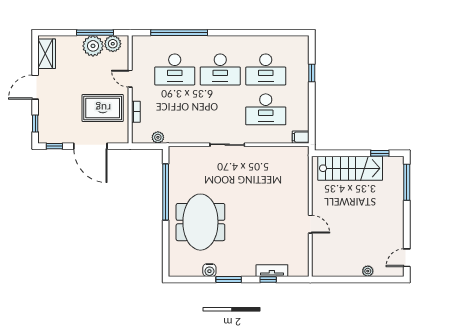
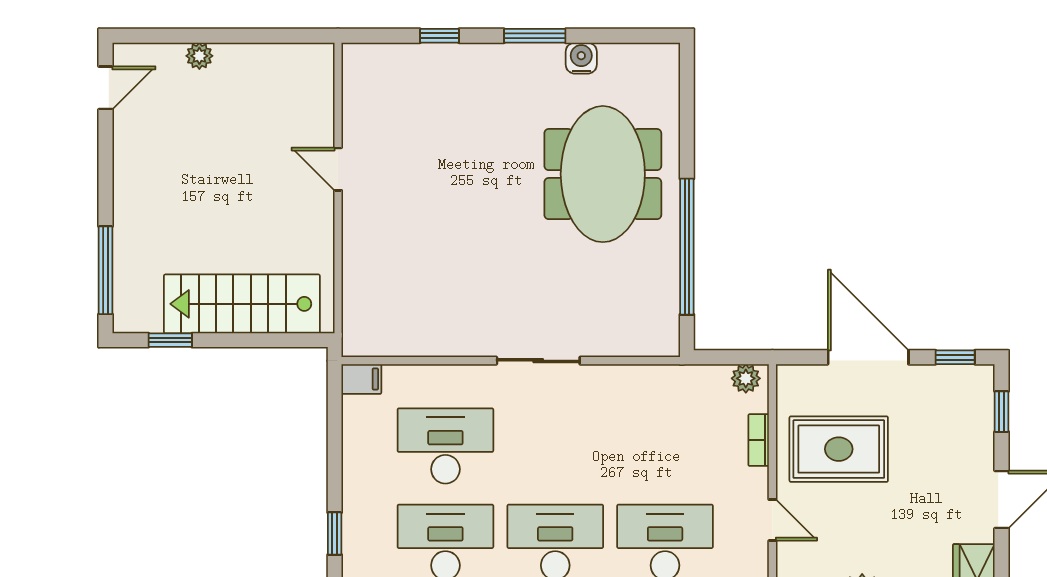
plant: (158, 137) -> (746, 378), moved
tv unit: (272, 271) -> (430, 57), removed

